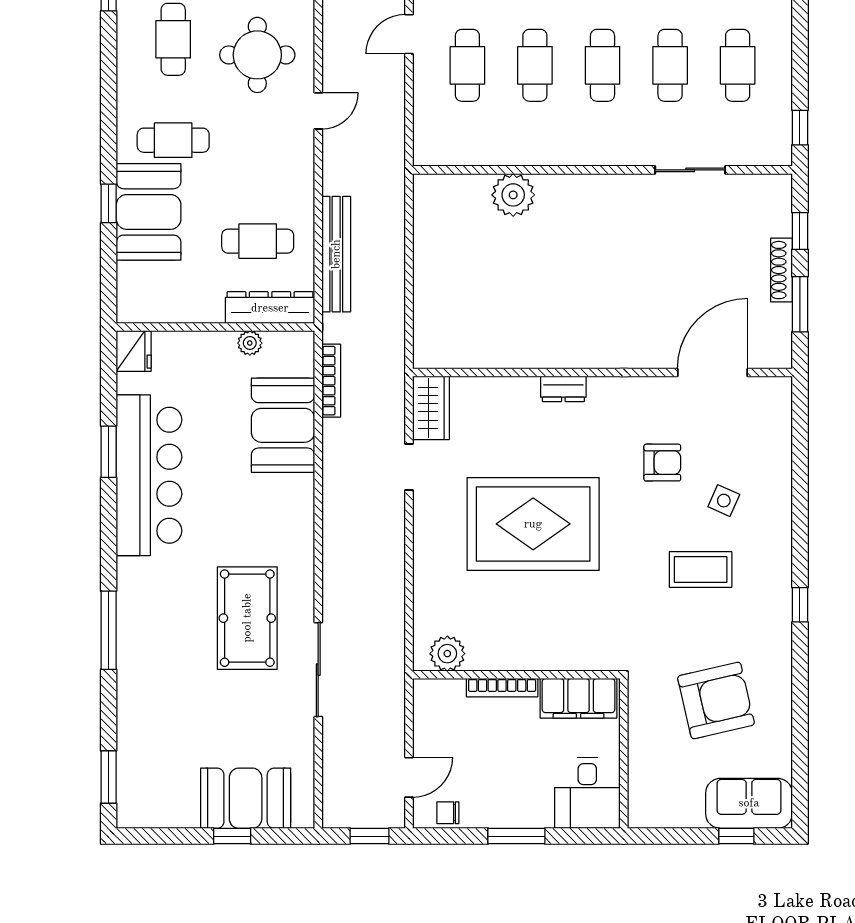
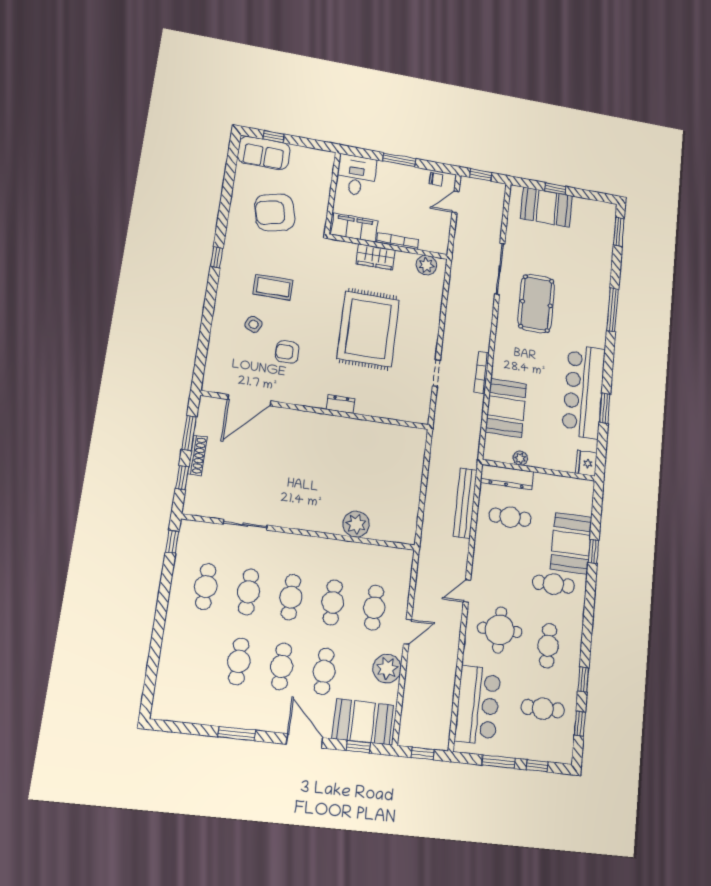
bookcase: (331, 381) -> (482, 373), moved
wardrobe: (431, 408) -> (376, 257), moved, turned -90
rug: (533, 524) -> (368, 329), turned 90

